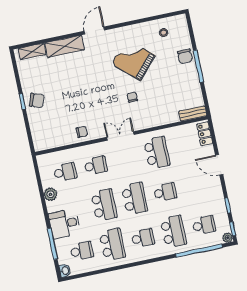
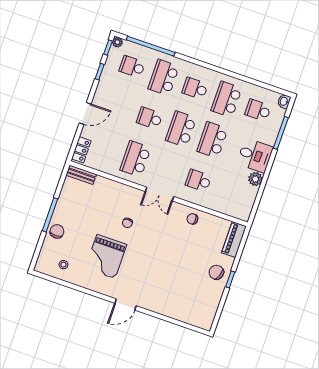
shelving: (65, 46) -> (161, 306), removed
shelving: (32, 52) -> (194, 320), removed
grand piano: (133, 60) -> (106, 257), turned 48
piano: (38, 135) -> (234, 240), added
door: (219, 165) -> (85, 113), hinge flipped
school desk: (65, 172) -> (230, 191), removed
desk: (64, 224) -> (255, 156), moved

